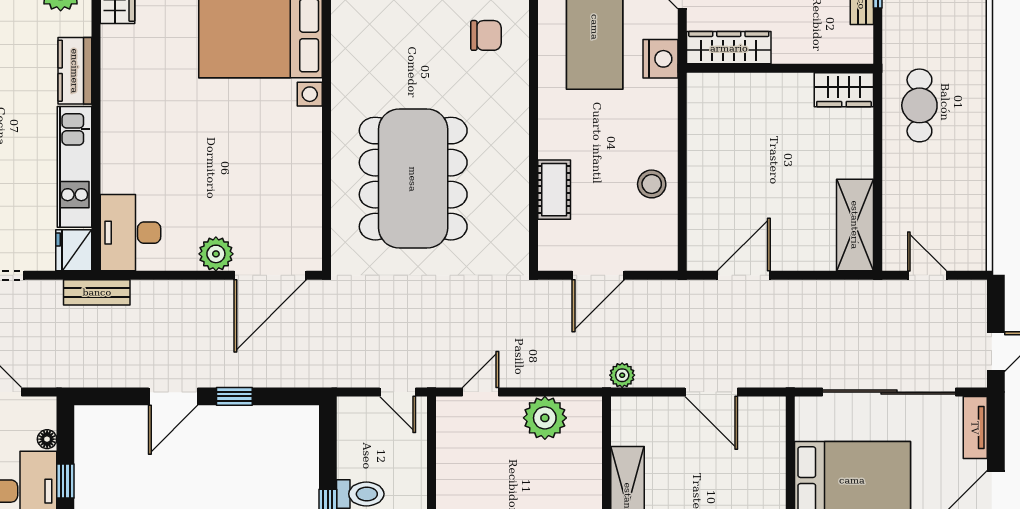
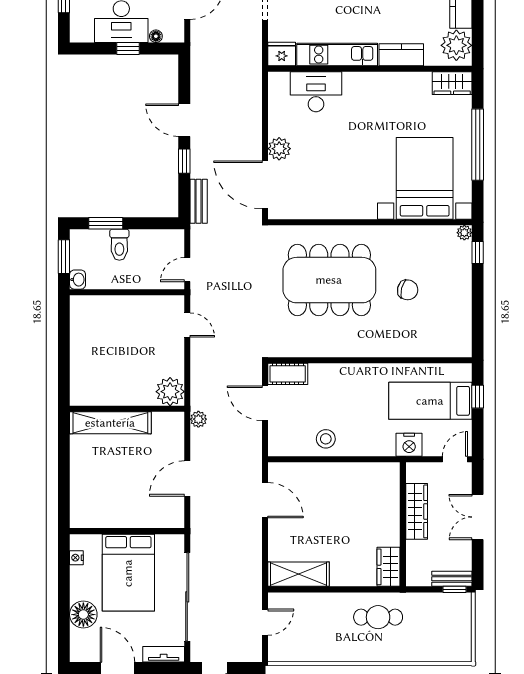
chair: (486, 35) -> (408, 290), moved, turned -76
wardrobe: (729, 48) -> (417, 511), moved
cot: (554, 190) -> (288, 374), moved
desk: (130, 233) -> (316, 92), moved
bench: (97, 292) -> (199, 201), moved
plant: (545, 418) -> (170, 392), moved

